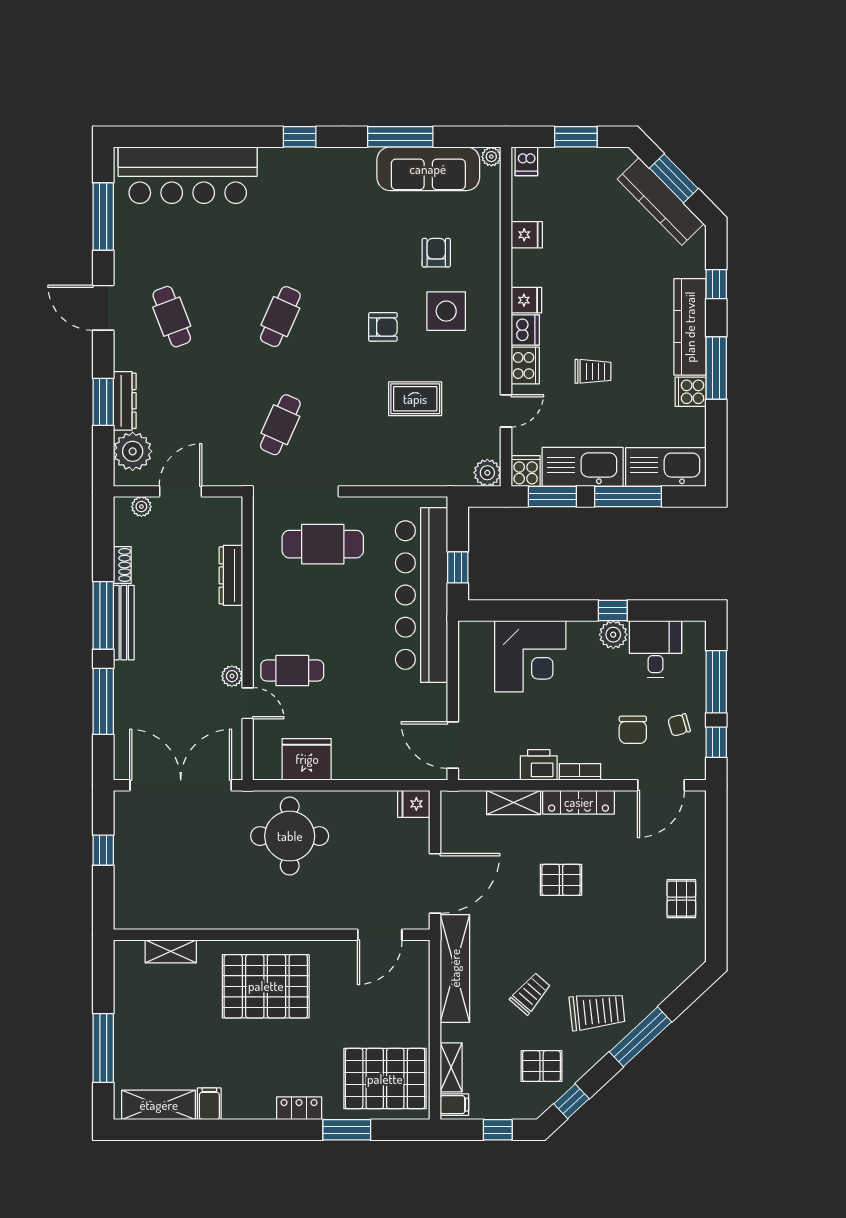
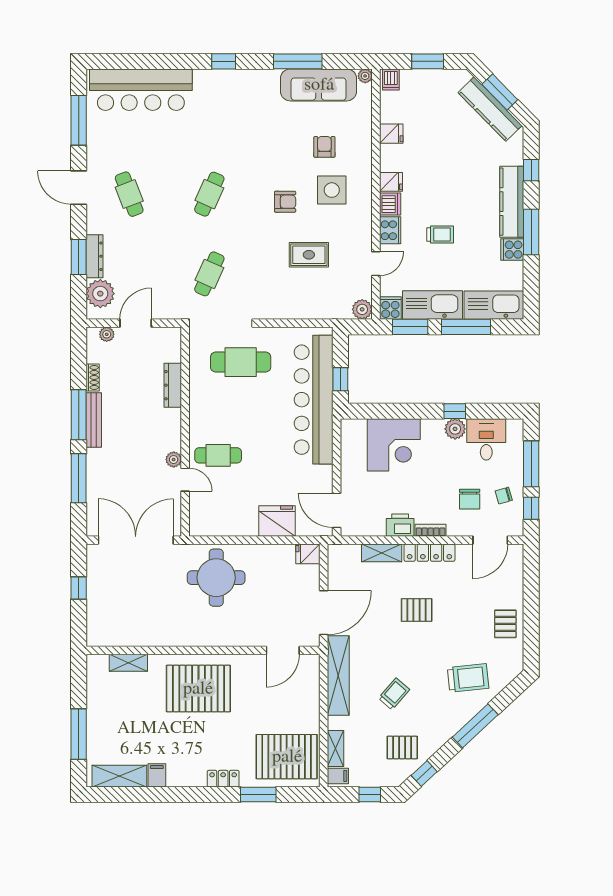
fridge: (307, 759) -> (277, 521), moved
trolley: (597, 1011) -> (468, 678), moved

